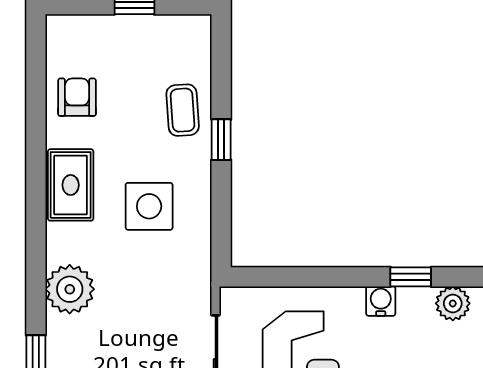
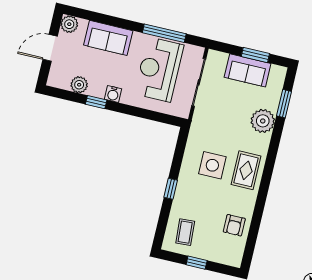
coffee table: (183, 110) -> (185, 232), moved
rug: (71, 185) -> (246, 170), moved
plant: (70, 289) -> (263, 121), moved

